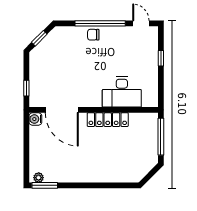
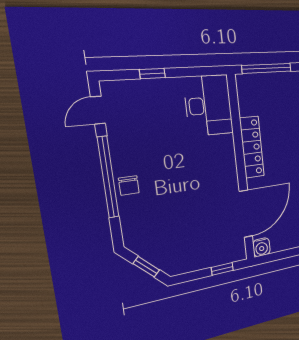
desk: (122, 92) -> (209, 106), moved

